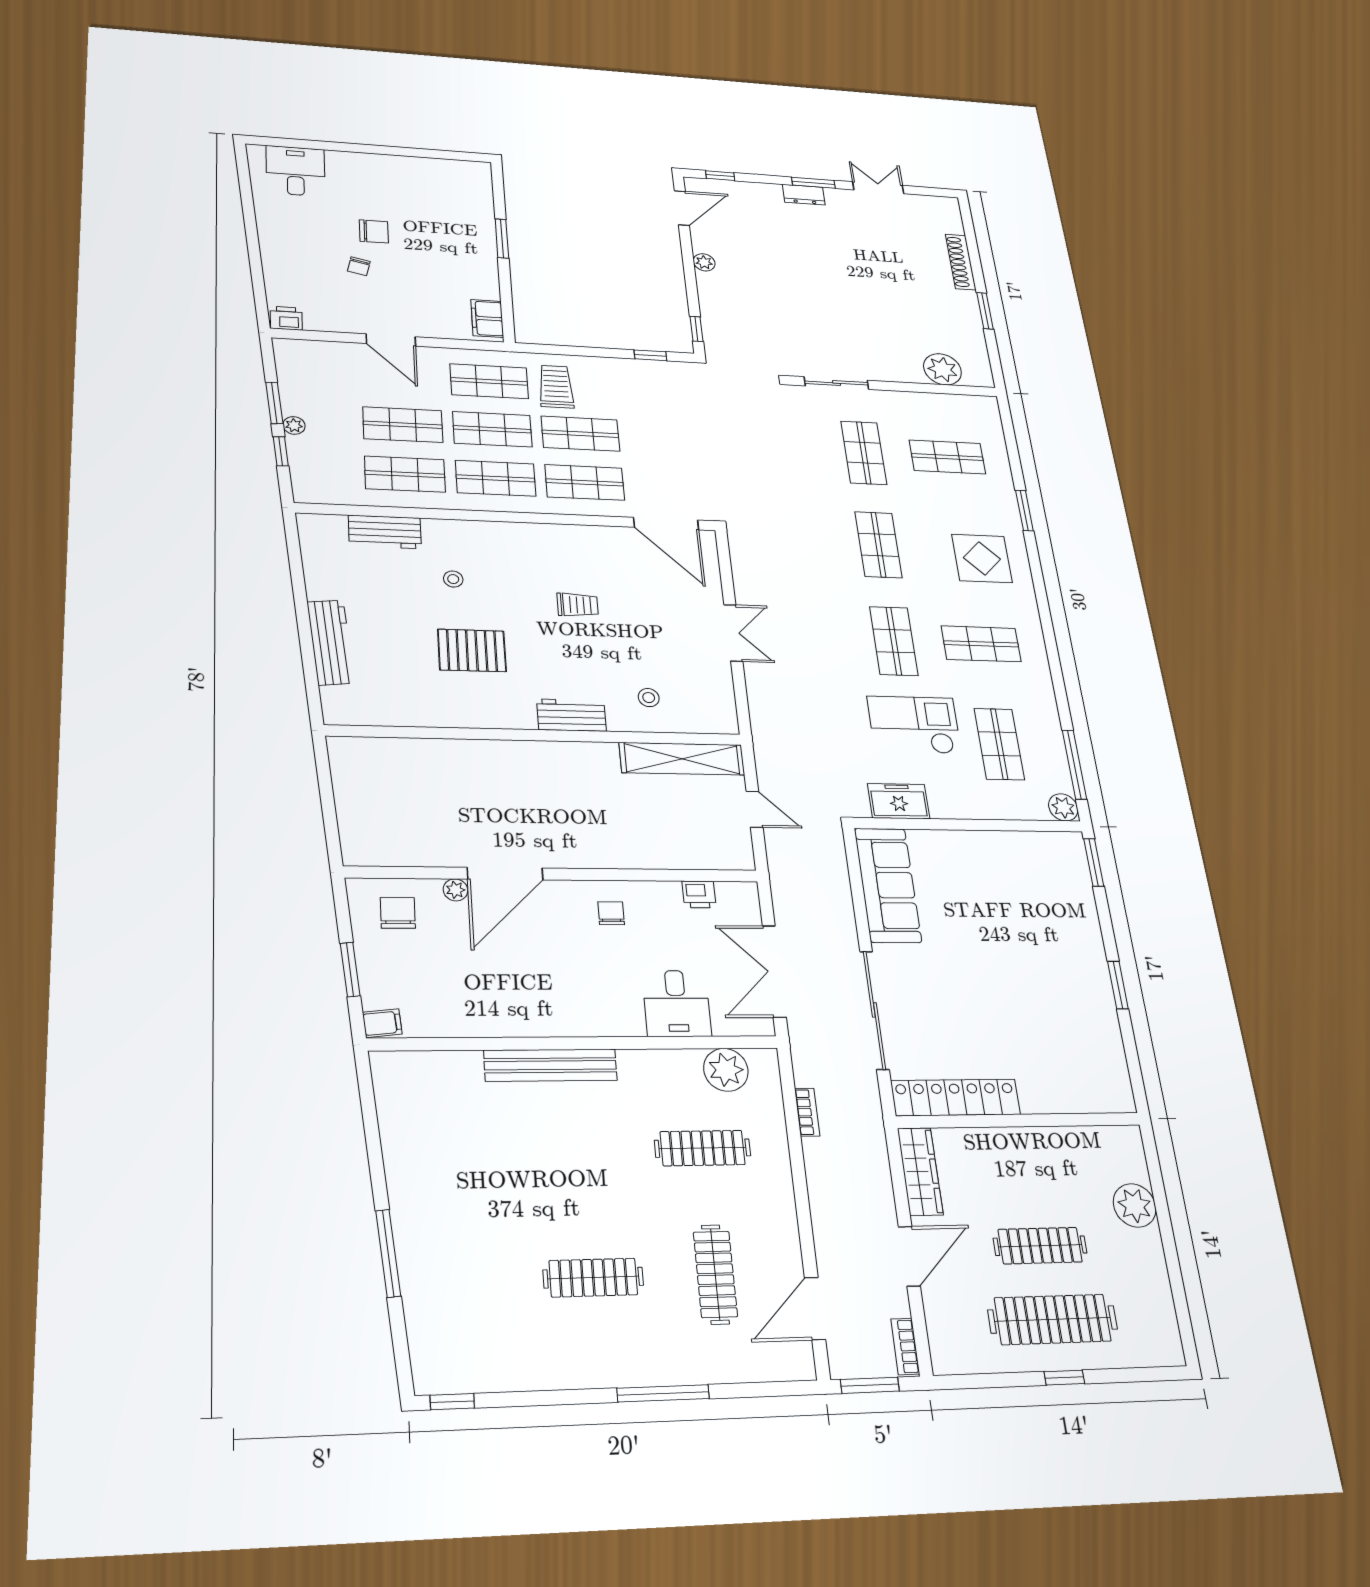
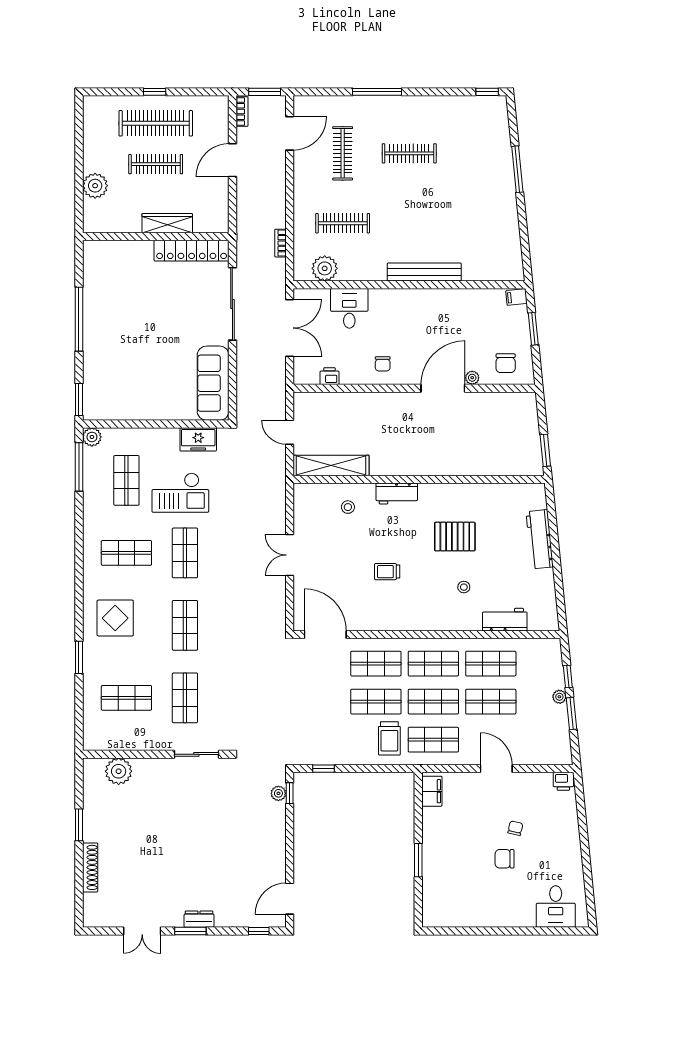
plant: (704, 262) -> (278, 793), moved
window: (324, 774) -> (545, 450), added
window: (1118, 985) -> (79, 319), width x2.11
wardrobe: (920, 1171) -> (167, 223), moved, turned 90

